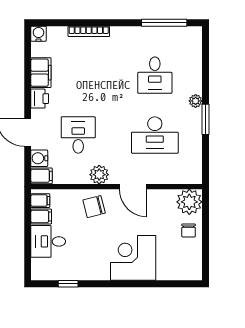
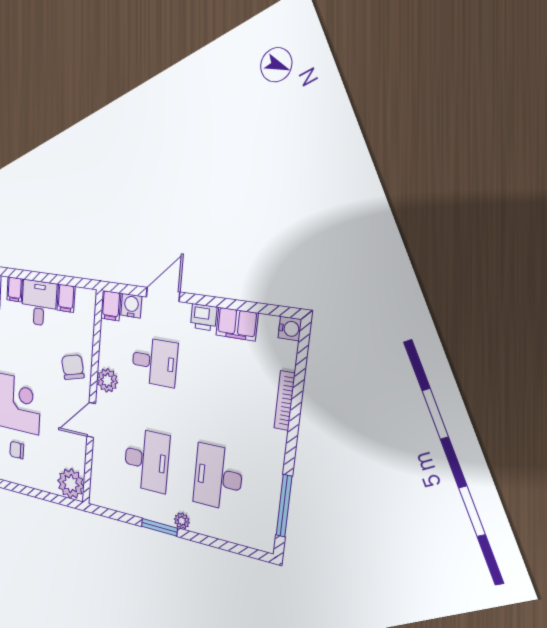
desk: (155, 75) -> (218, 477), width x1.37
desk: (155, 135) -> (147, 460), turned 180
filing cabinet: (40, 201) -> (15, 289), moved
chair: (189, 230) -> (17, 450), moved

